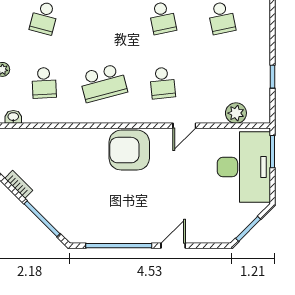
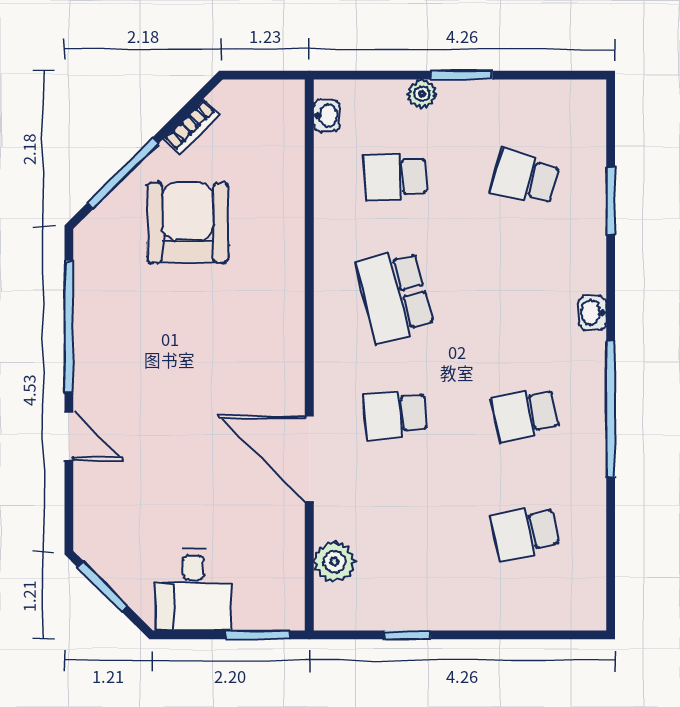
door: (184, 126) -> (309, 458), width x1.88
armchair: (129, 150) -> (188, 223), moved
desk: (244, 167) -> (193, 590), width x0.53, depth x0.77

